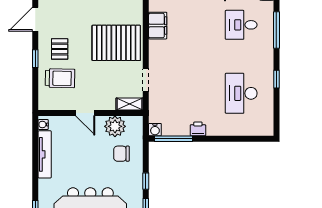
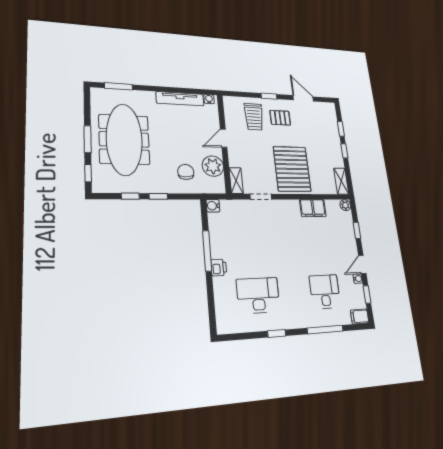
printer: (198, 129) -> (219, 267), moved
window: (174, 139) -> (207, 251), moved

